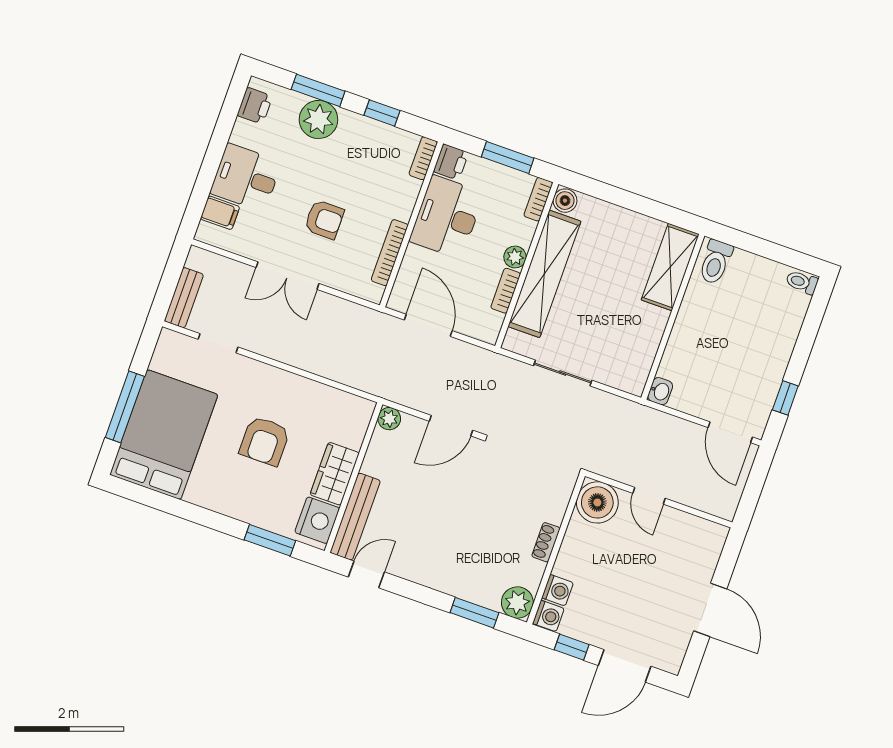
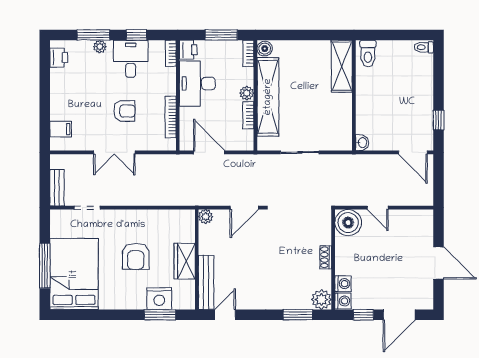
plant: (318, 119) -> (100, 47), width x0.53, depth x0.53
desk: (246, 177) -> (131, 59), moved, turned 90
nightstand: (317, 520) -> (159, 299), moved, turned 90

